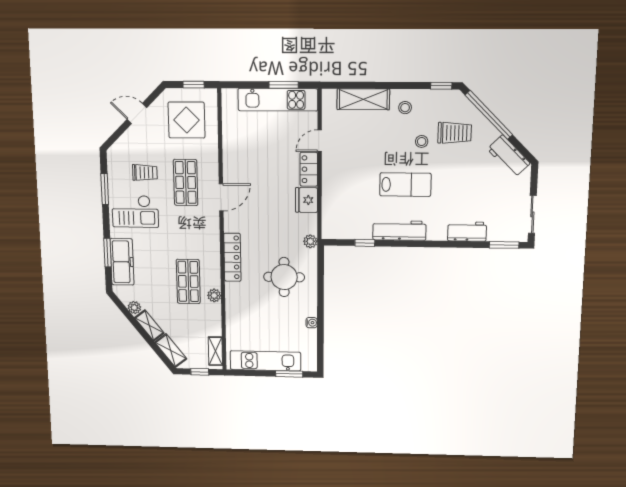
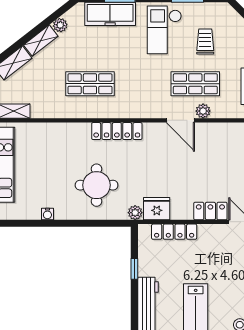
trolley: (145, 173) -> (205, 42), turned 180
fridge: (307, 200) -> (157, 209), moved
locker: (329, 205) -> (174, 232), added
plant: (214, 295) -> (203, 111), moved

